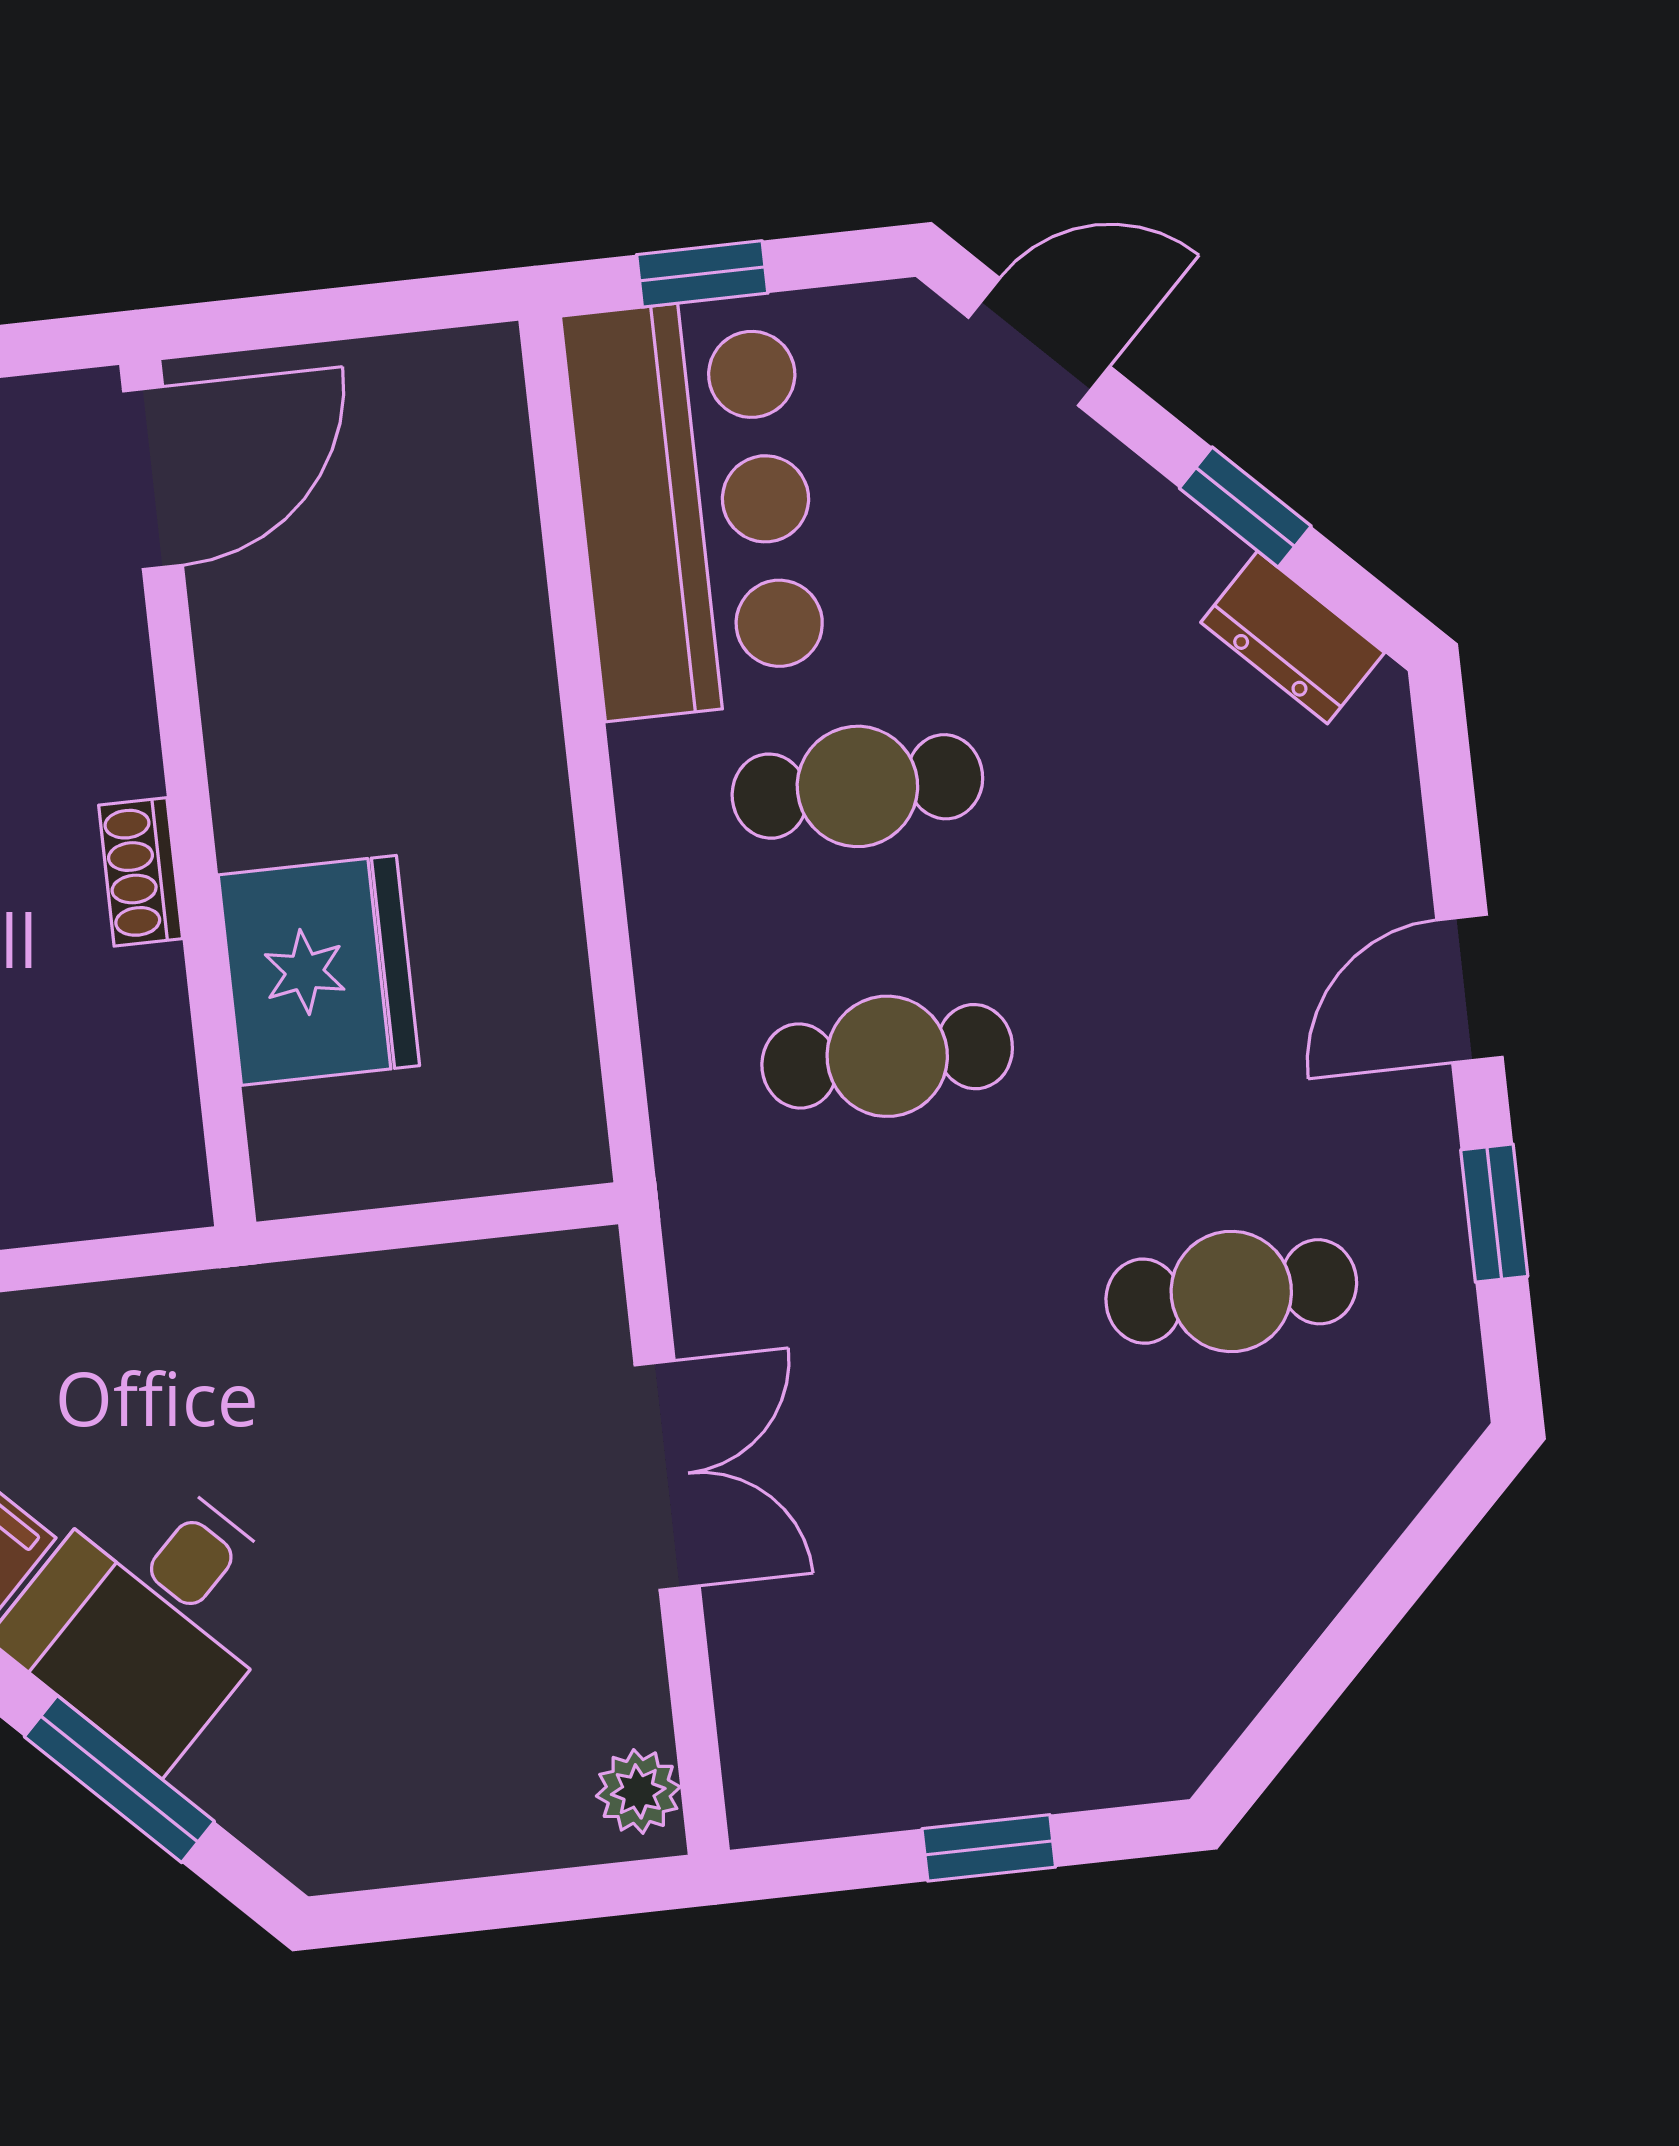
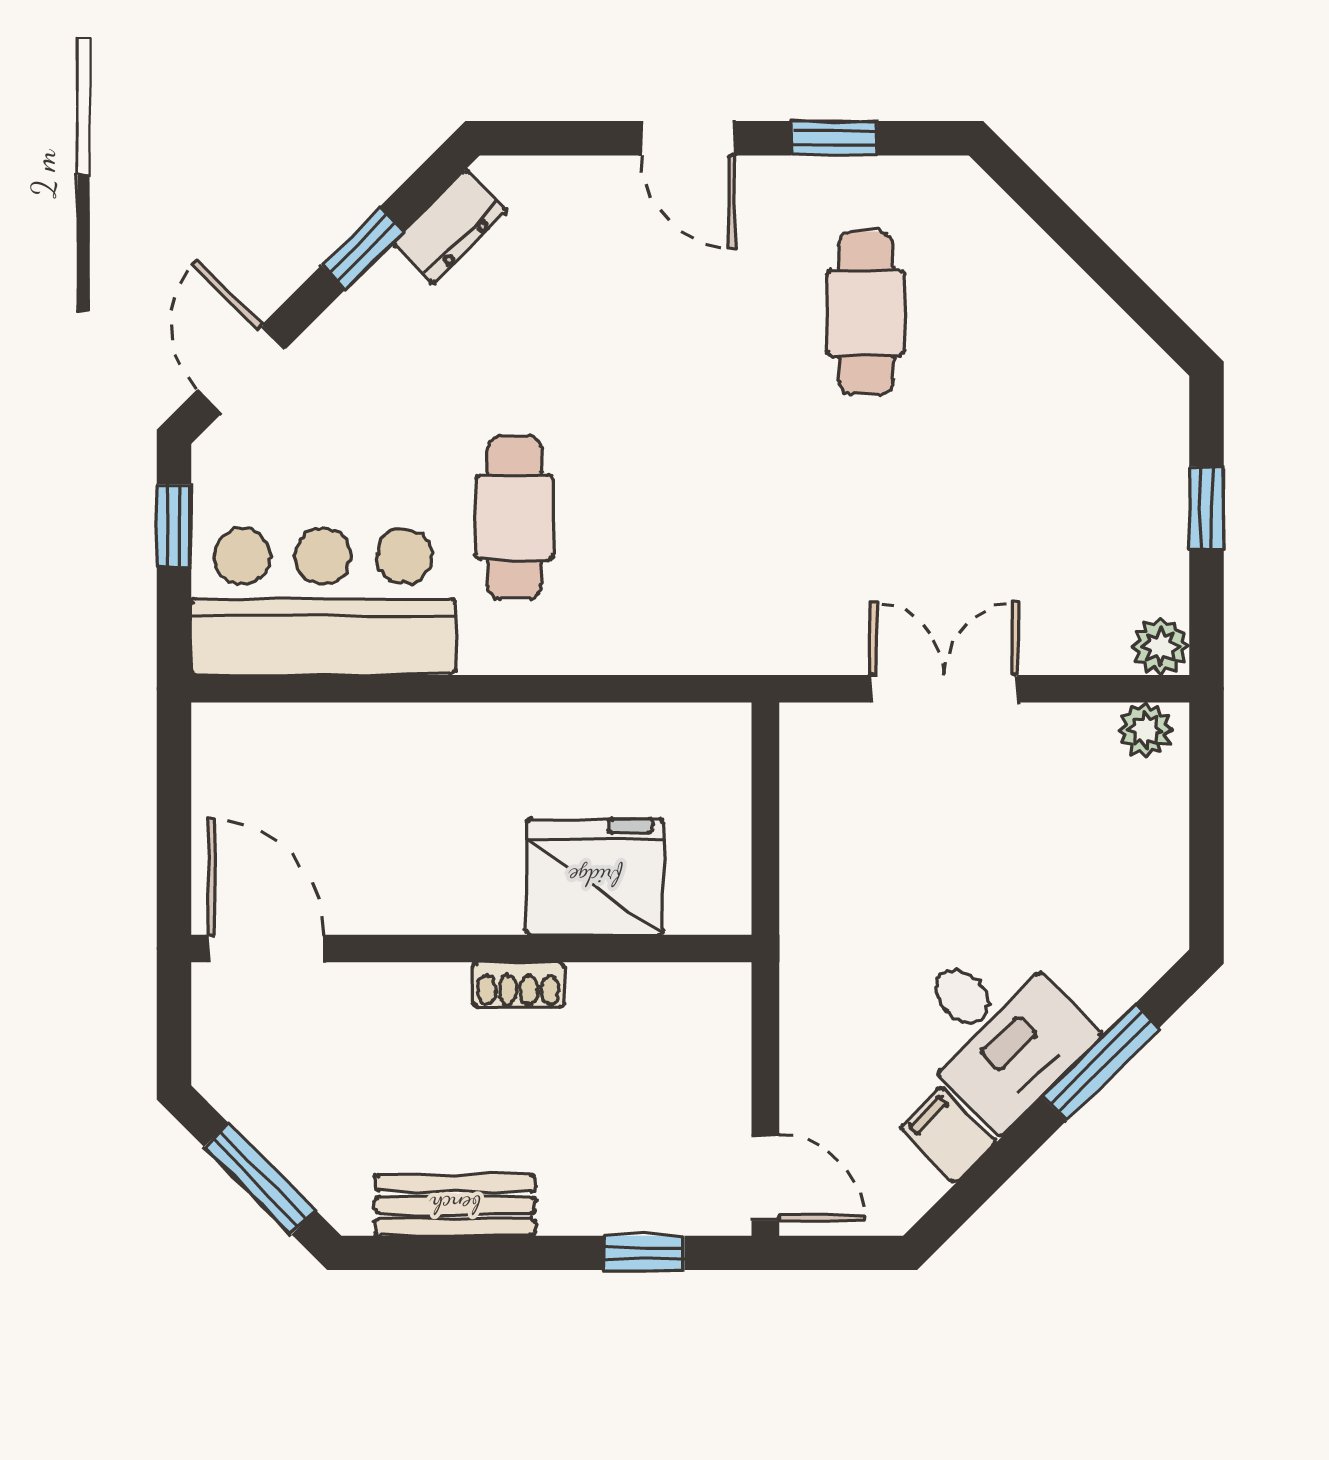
window: (702, 274) -> (174, 525), moved
cafe table: (887, 1056) -> (690, 517), removed
plant: (769, 1801) -> (1161, 646), added

